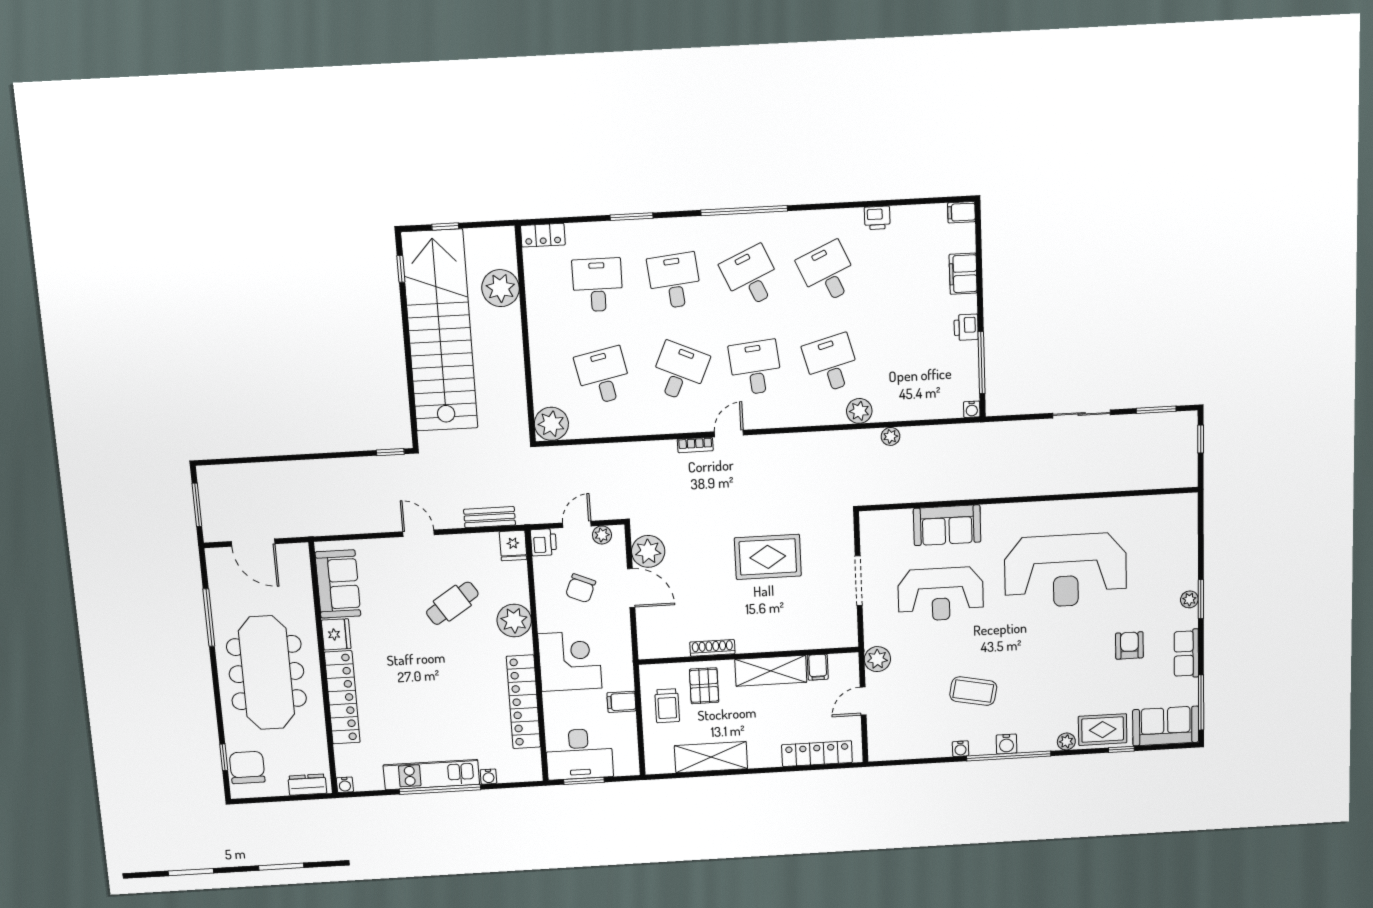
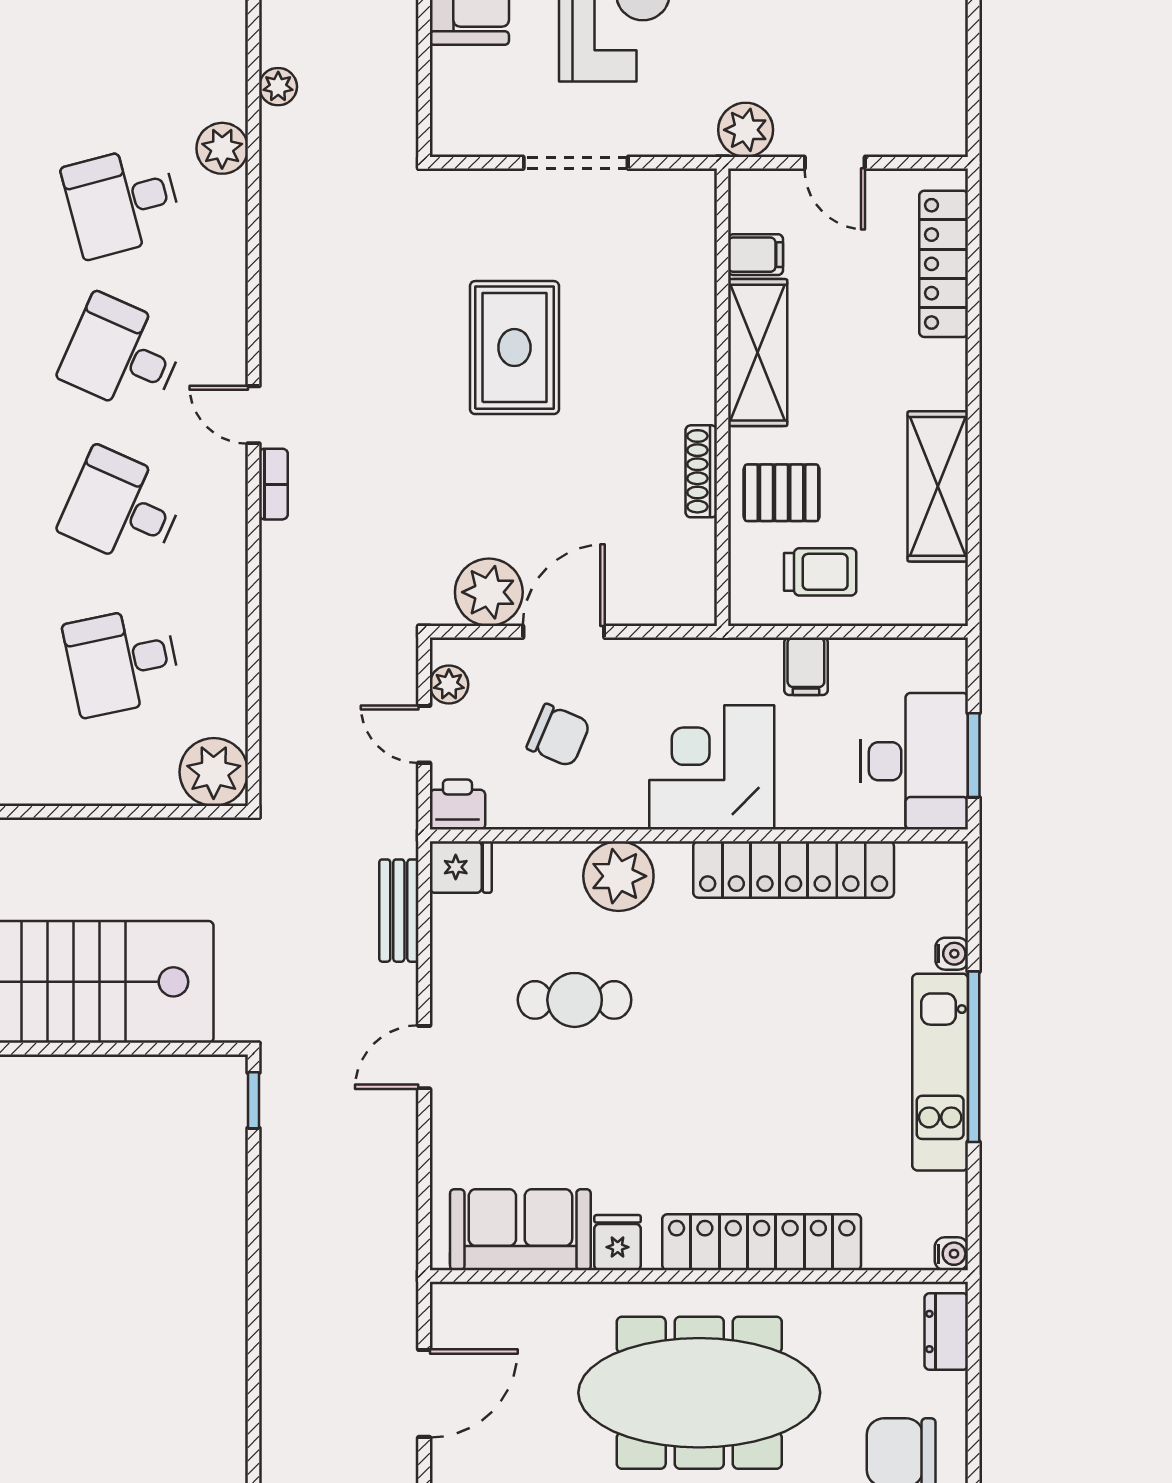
desk: (755, 368) -> (122, 355), turned 30
cafe table: (452, 603) -> (575, 1000), turned -57
fridge: (336, 634) -> (618, 1243), width x0.72

